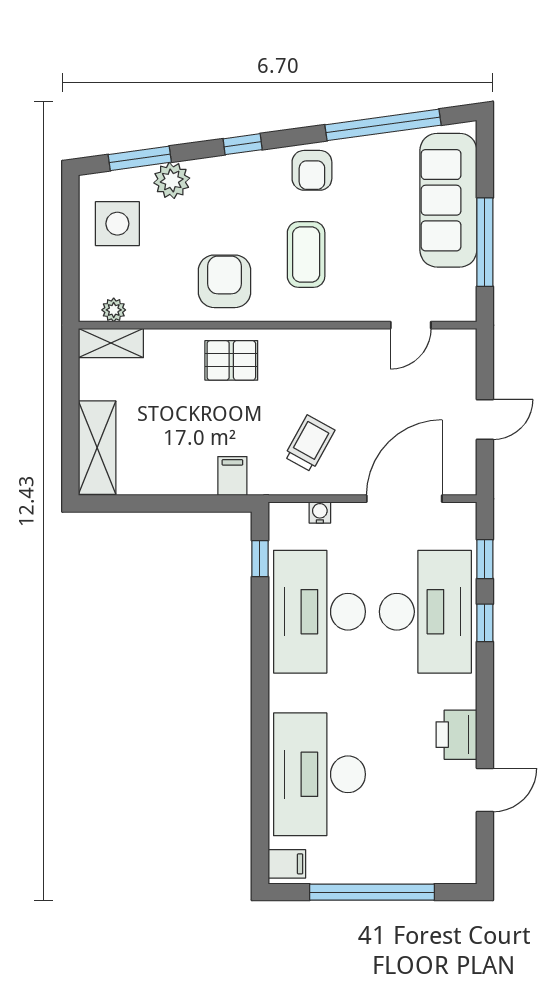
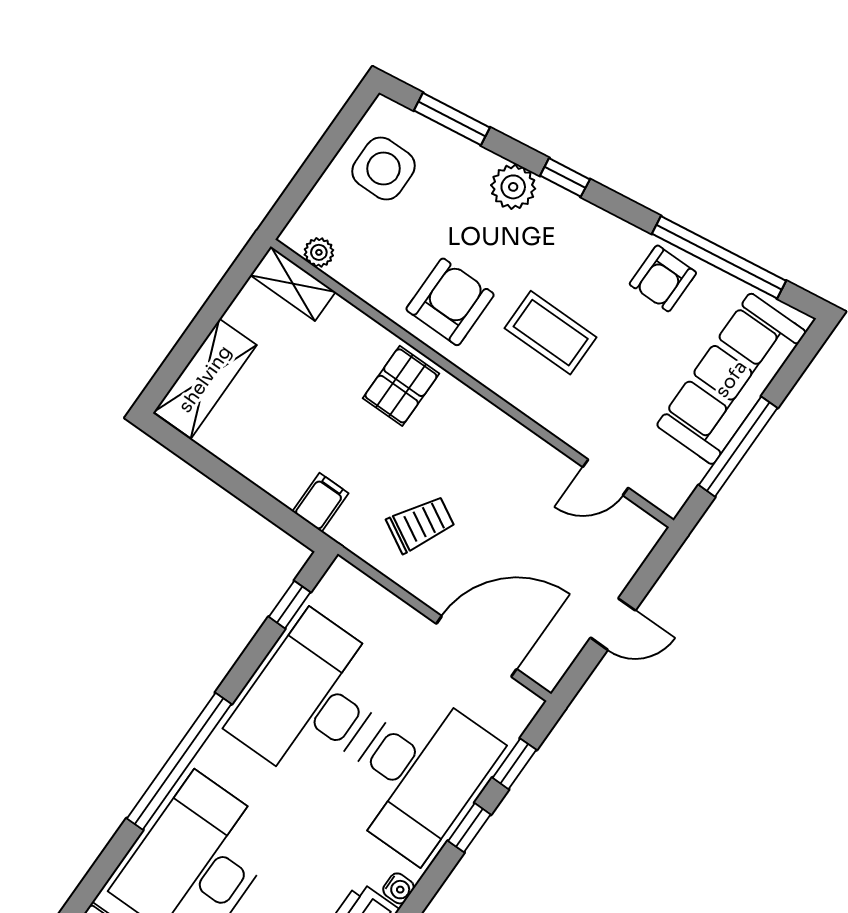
armchair: (312, 170) -> (663, 278), moved
plant: (172, 181) -> (513, 187), moved
coffee table: (306, 255) -> (551, 333), turned 90
pallet: (231, 360) -> (401, 386), turned 90
water cooler: (320, 513) -> (398, 888), moved, turned 90
window: (260, 715) -> (179, 761), added

